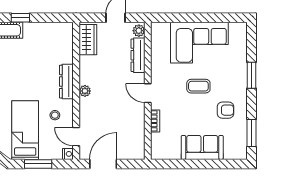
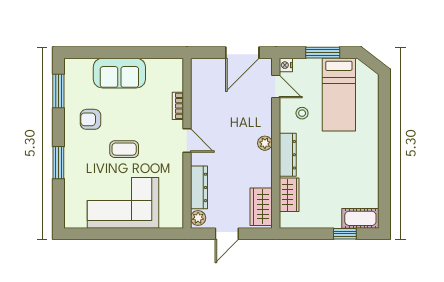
wardrobe: (65, 49) -> (289, 195), added

